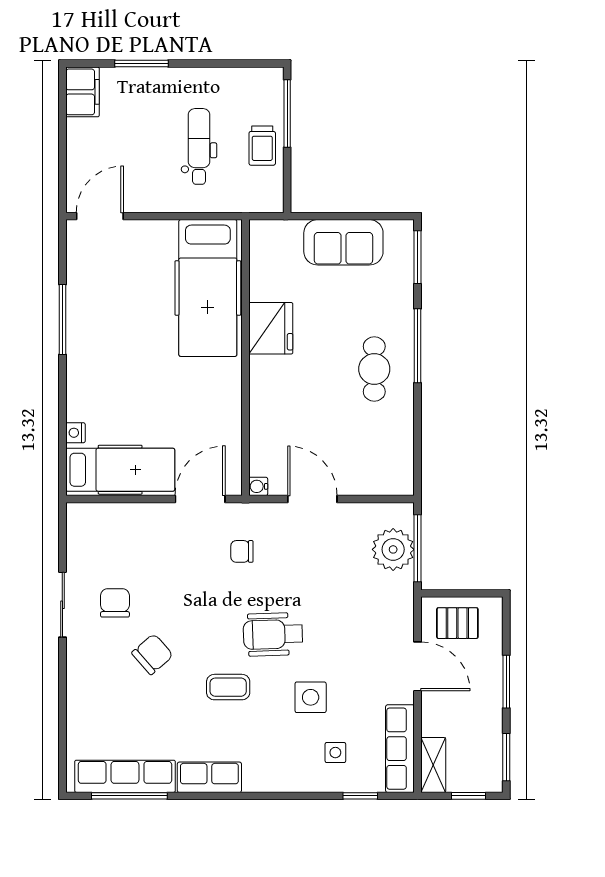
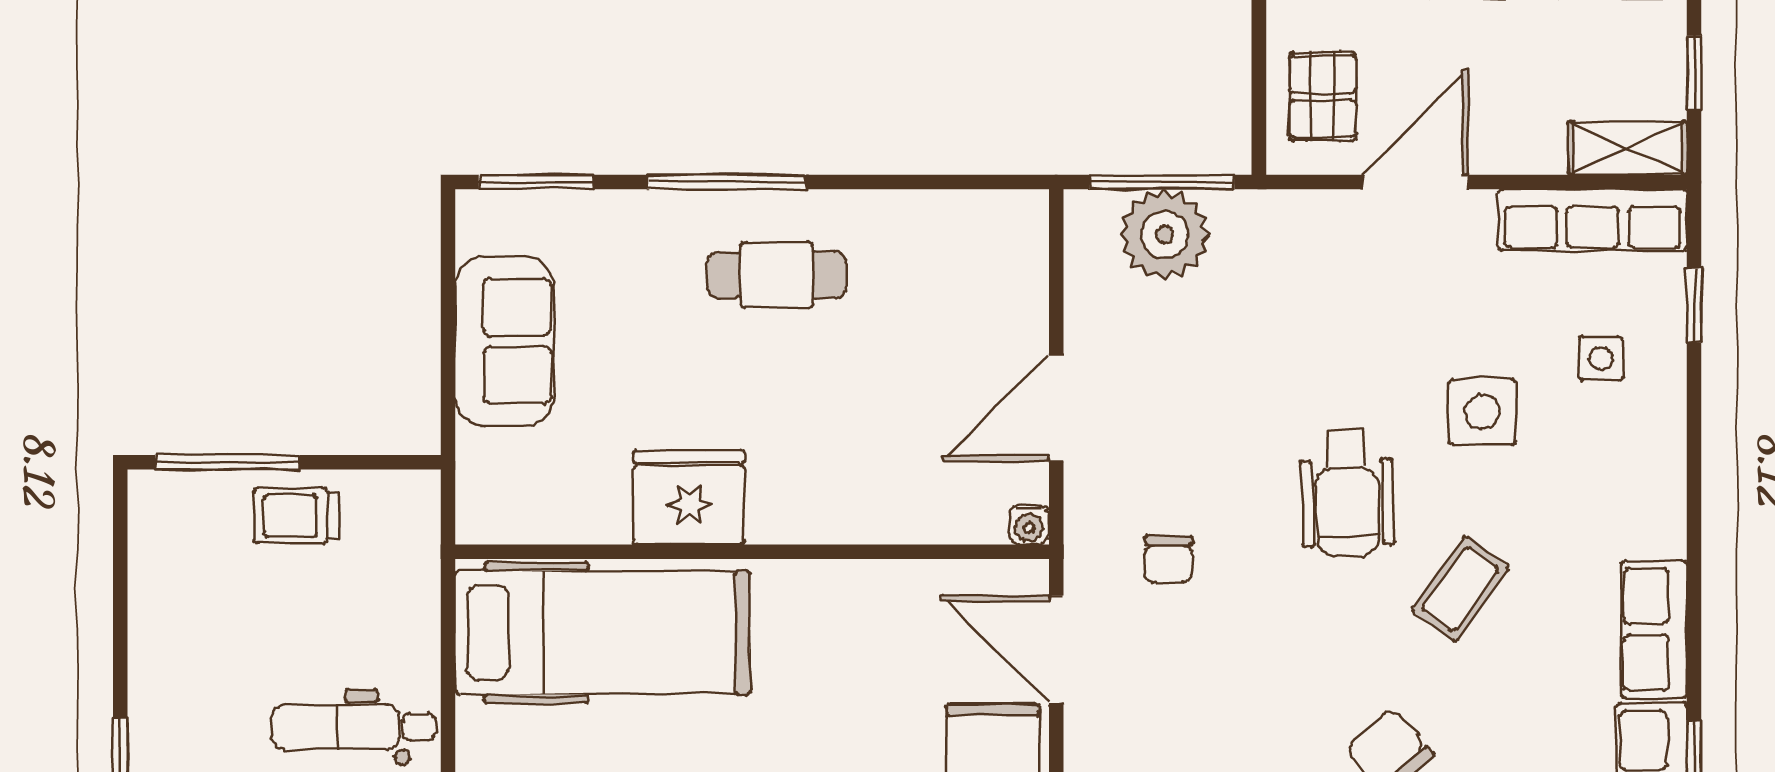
dental chair: (199, 146) -> (353, 727), moved
trolley: (262, 146) -> (296, 516), turned 180
coffee table: (228, 687) -> (1460, 589), turned 36

